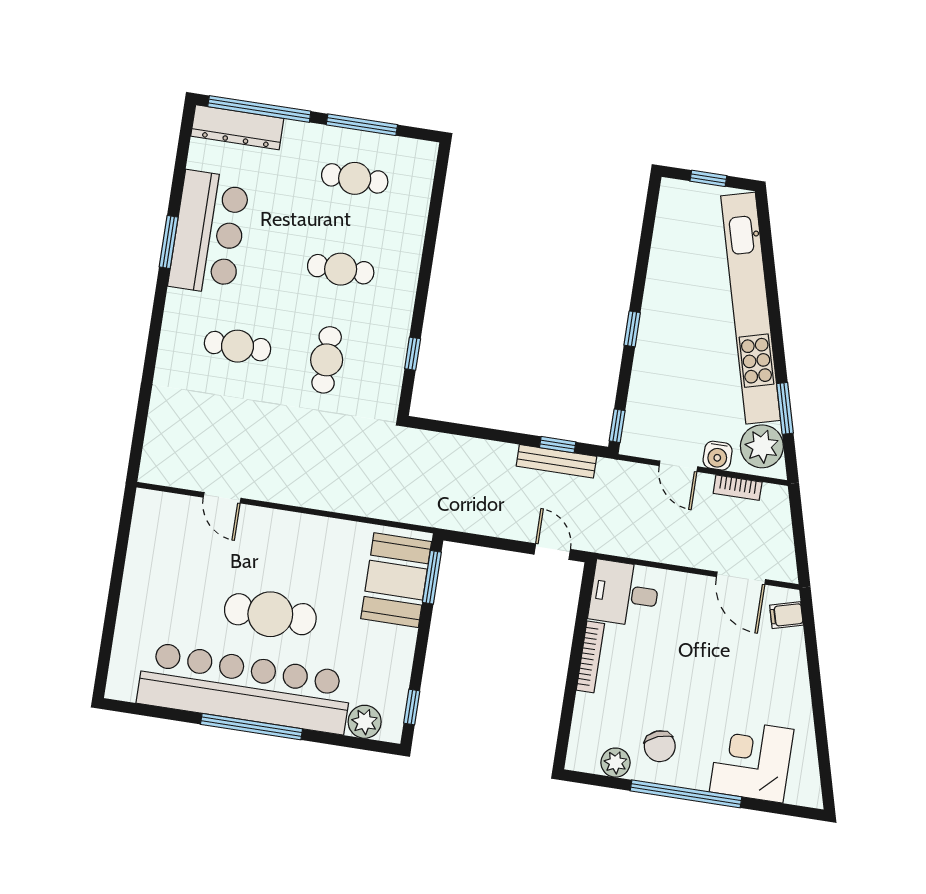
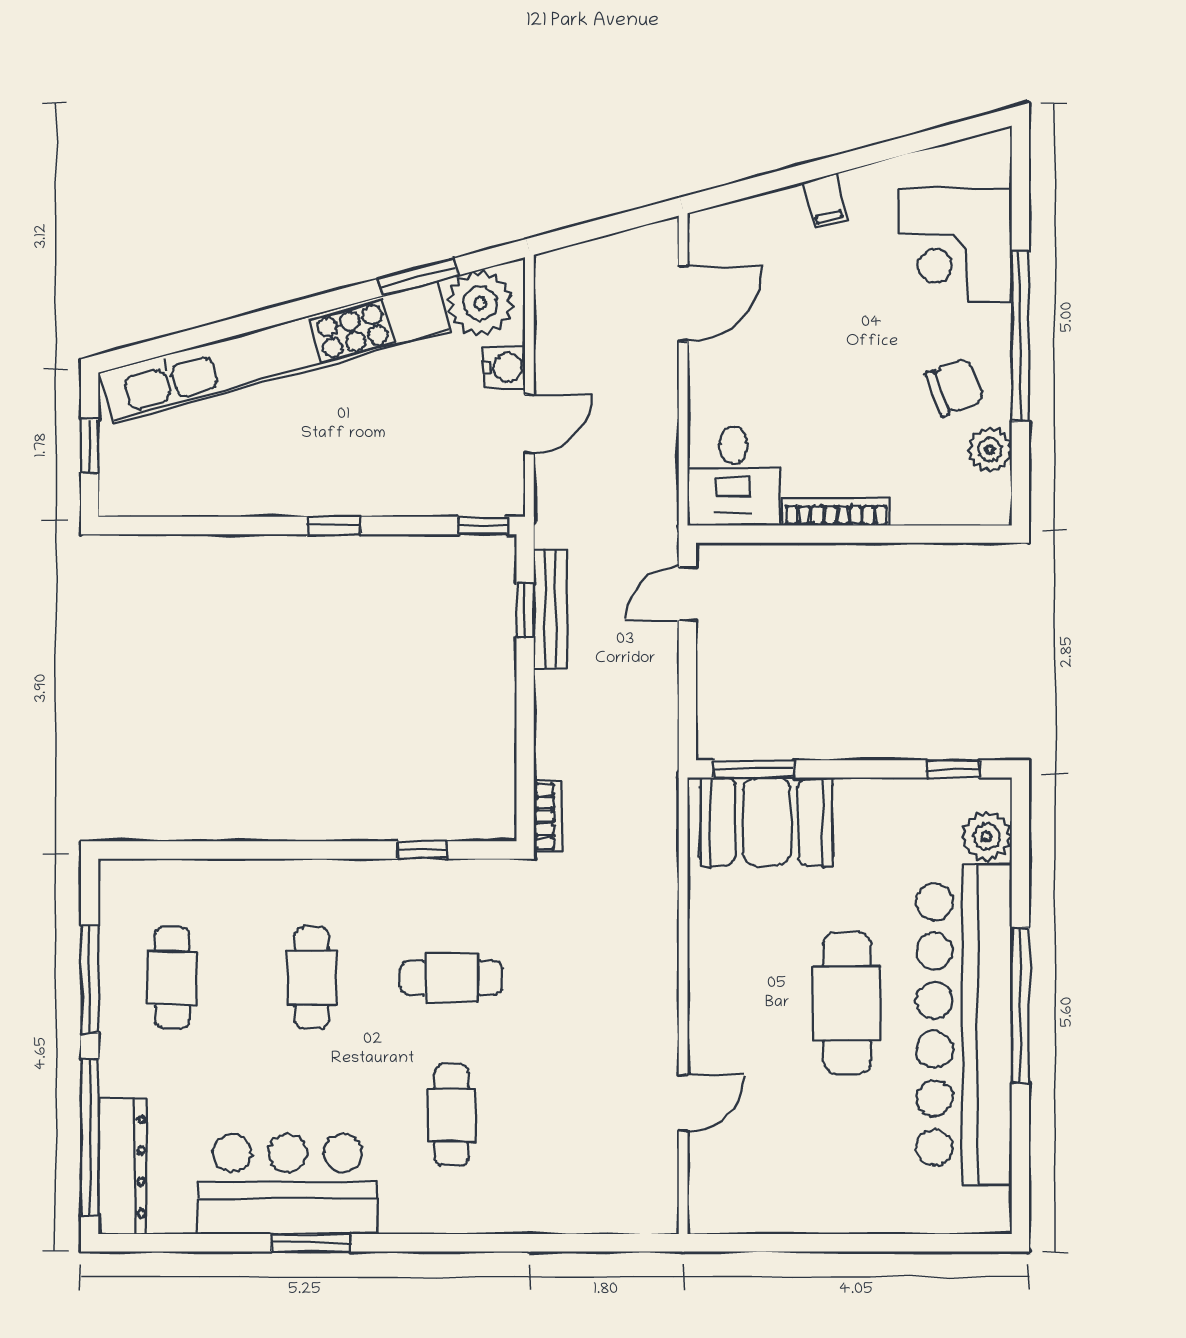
bookcase: (738, 488) -> (548, 816), moved
filing cabinet: (786, 615) -> (825, 201), moved

